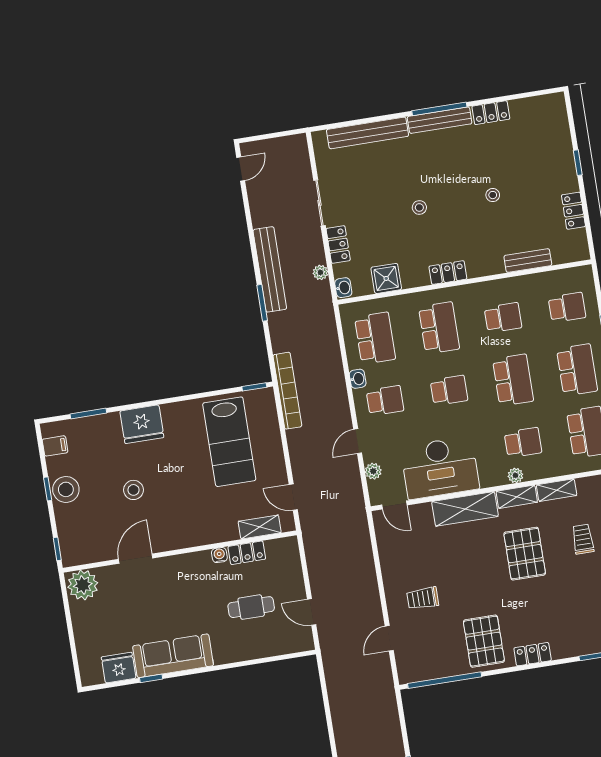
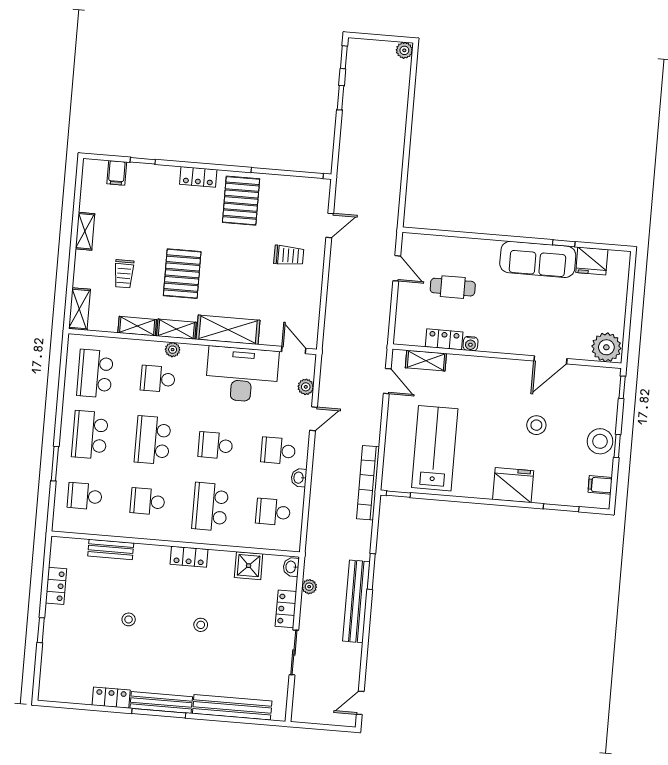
school desk: (375, 338) -> (273, 512), width x0.54

